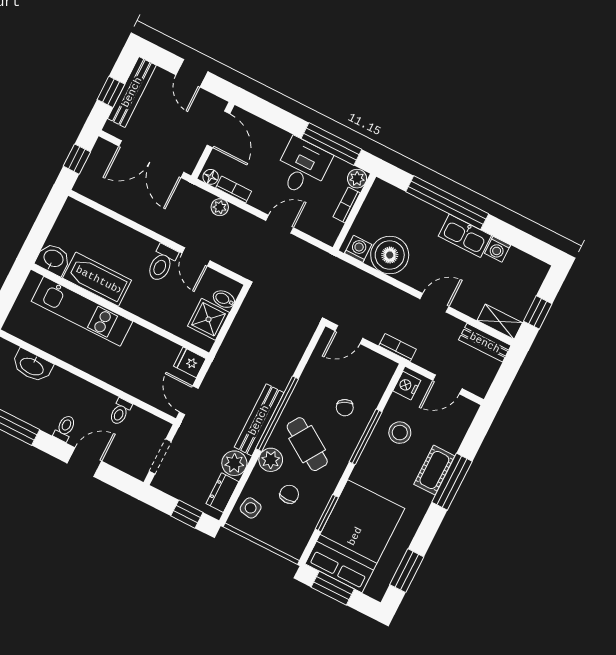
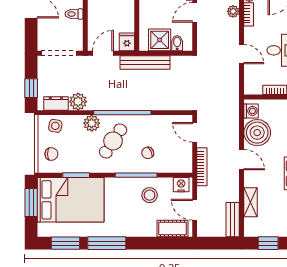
door: (434, 303) -> (242, 160), moved
shelving: (500, 322) -> (250, 202), moved
bookcase: (398, 348) -> (202, 167), width x1.56
bench: (259, 420) -> (145, 62), moved
doorway: (160, 456) -> (59, 53), width x1.38
cot: (434, 470) -> (172, 229), moved
window: (452, 482) -> (107, 243), moved
chair: (289, 494) -> (51, 154), moved

